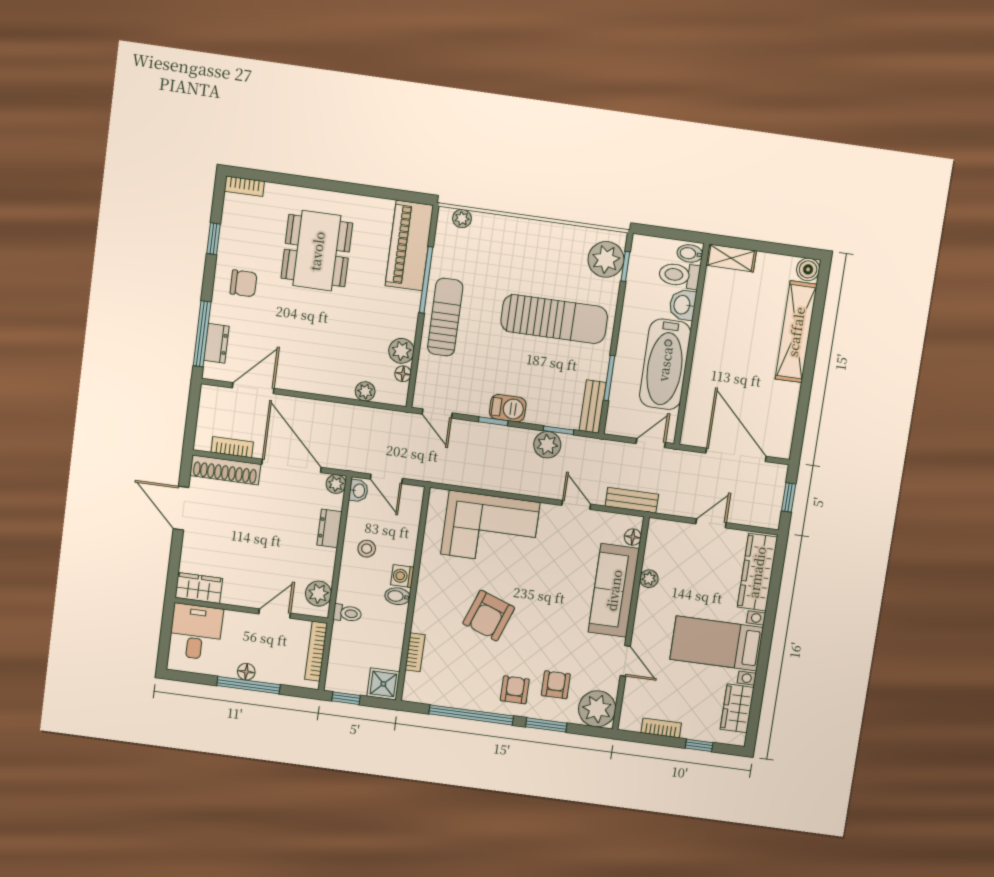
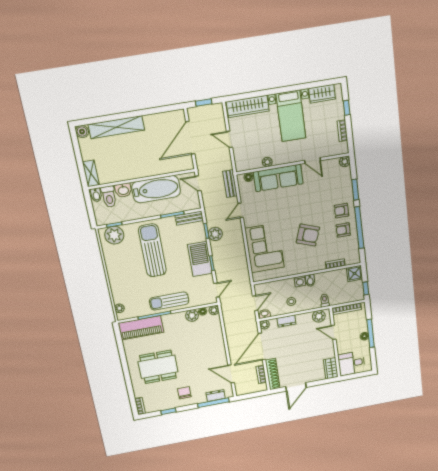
plant: (365, 391) -> (214, 310), moved
barbecue: (508, 408) -> (200, 259), width x1.88, depth x1.53
door: (625, 661) -> (313, 160), swing flipped
armchair: (556, 685) -> (343, 230), moved
plant: (597, 709) -> (345, 162), width x0.53, depth x0.53

